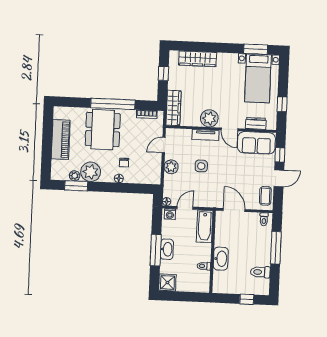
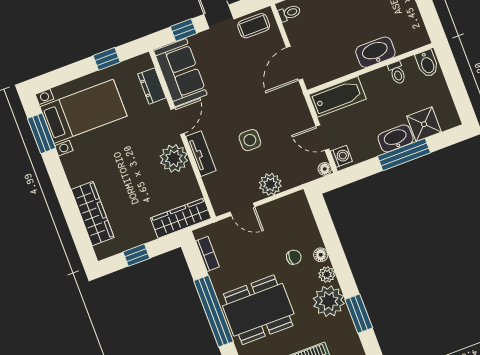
plant: (75, 176) -> (327, 274), moved
shower: (167, 283) -> (424, 124), moved
bidet: (202, 285) -> (427, 64), added

